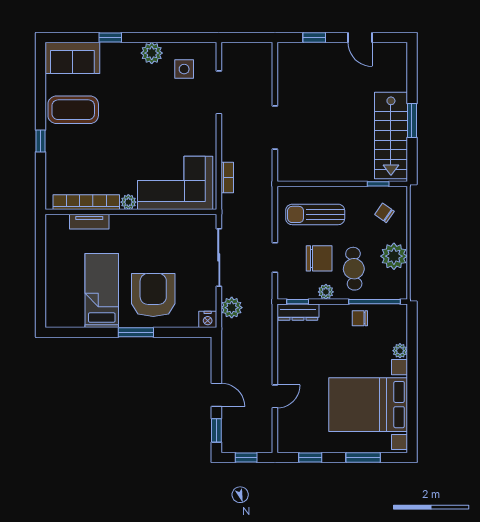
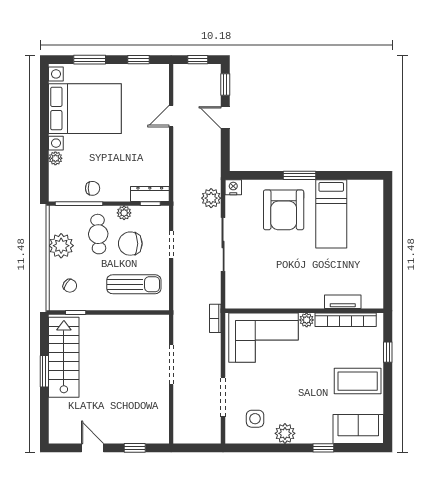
corner sofa: (175, 183) -> (263, 338), moved
bookcase: (86, 202) -> (346, 320), moved
plant: (128, 202) -> (307, 320), moved
wall: (131, 212) -> (304, 311), moved
tv unit: (89, 222) -> (343, 302), moved

